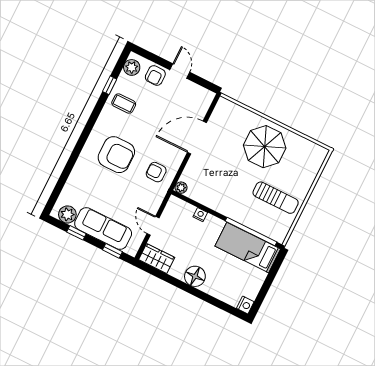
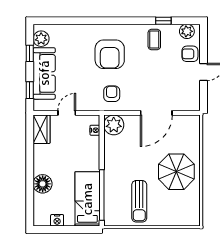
door: (197, 138) -> (156, 113), swing flipped
plant: (181, 188) -> (114, 125), width x1.87, depth x1.87
nightstand: (200, 215) -> (95, 130), moved
floor lamp: (195, 276) -> (43, 184), moved
nightstand: (245, 305) -> (57, 220), moved

